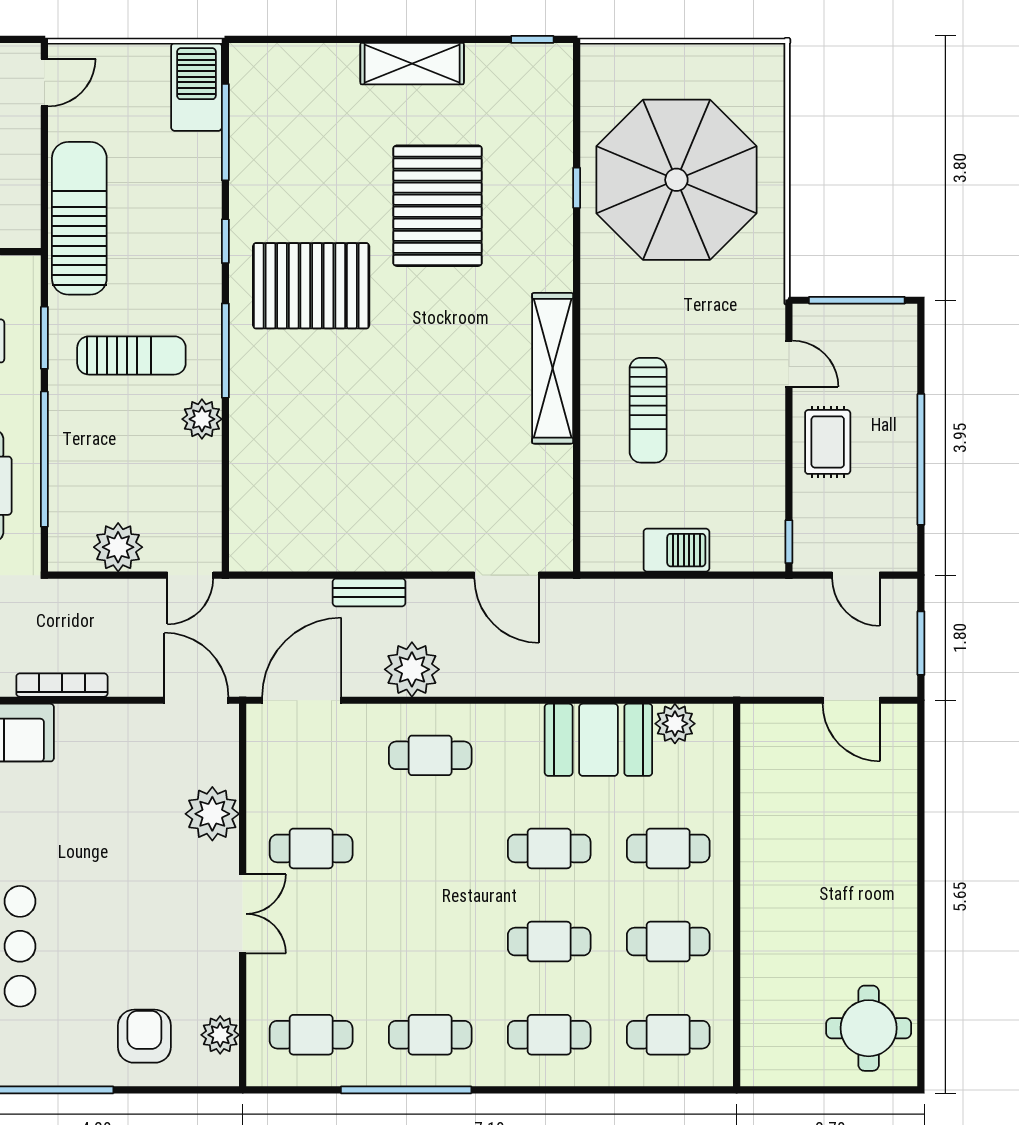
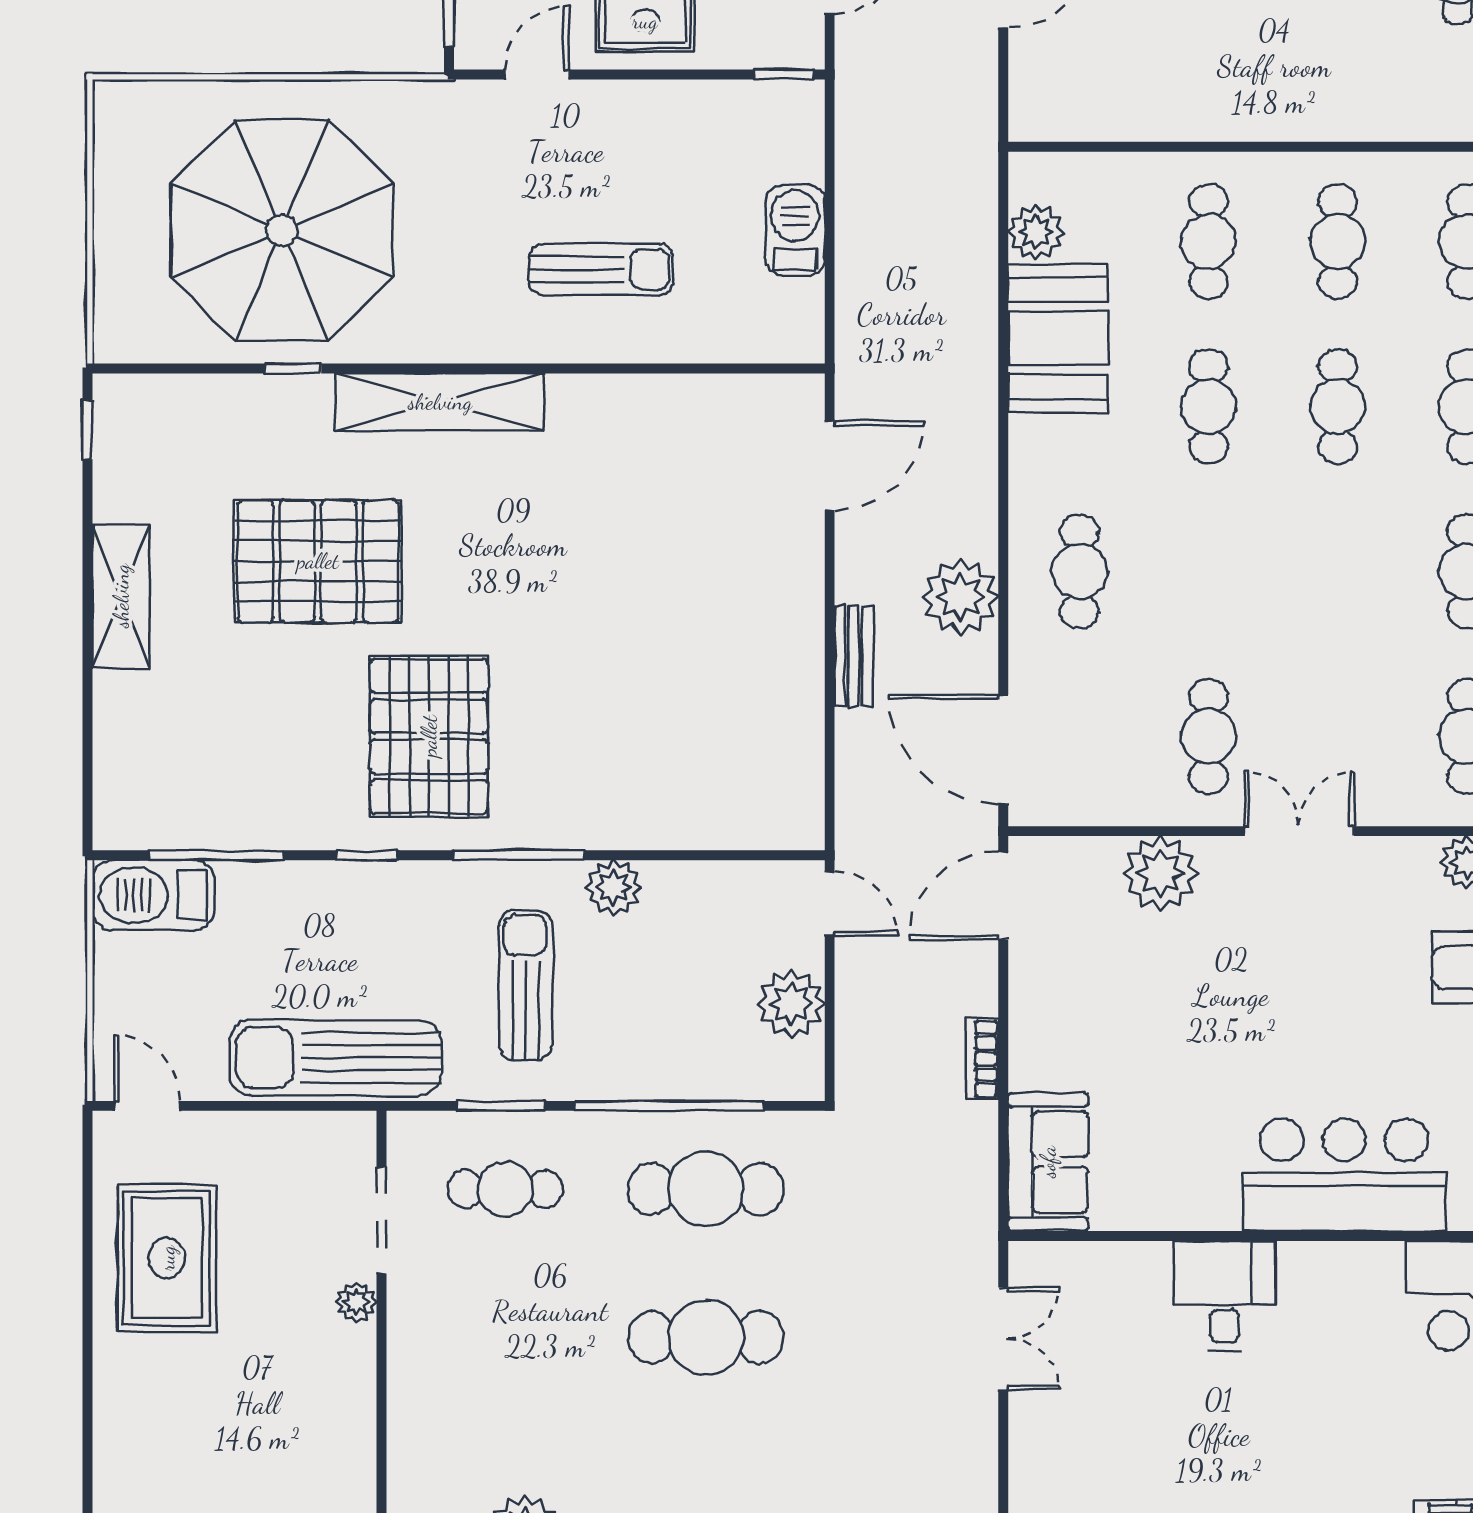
shelving: (553, 368) -> (440, 402), moved
bookcase: (62, 685) -> (982, 1059), width x0.64

